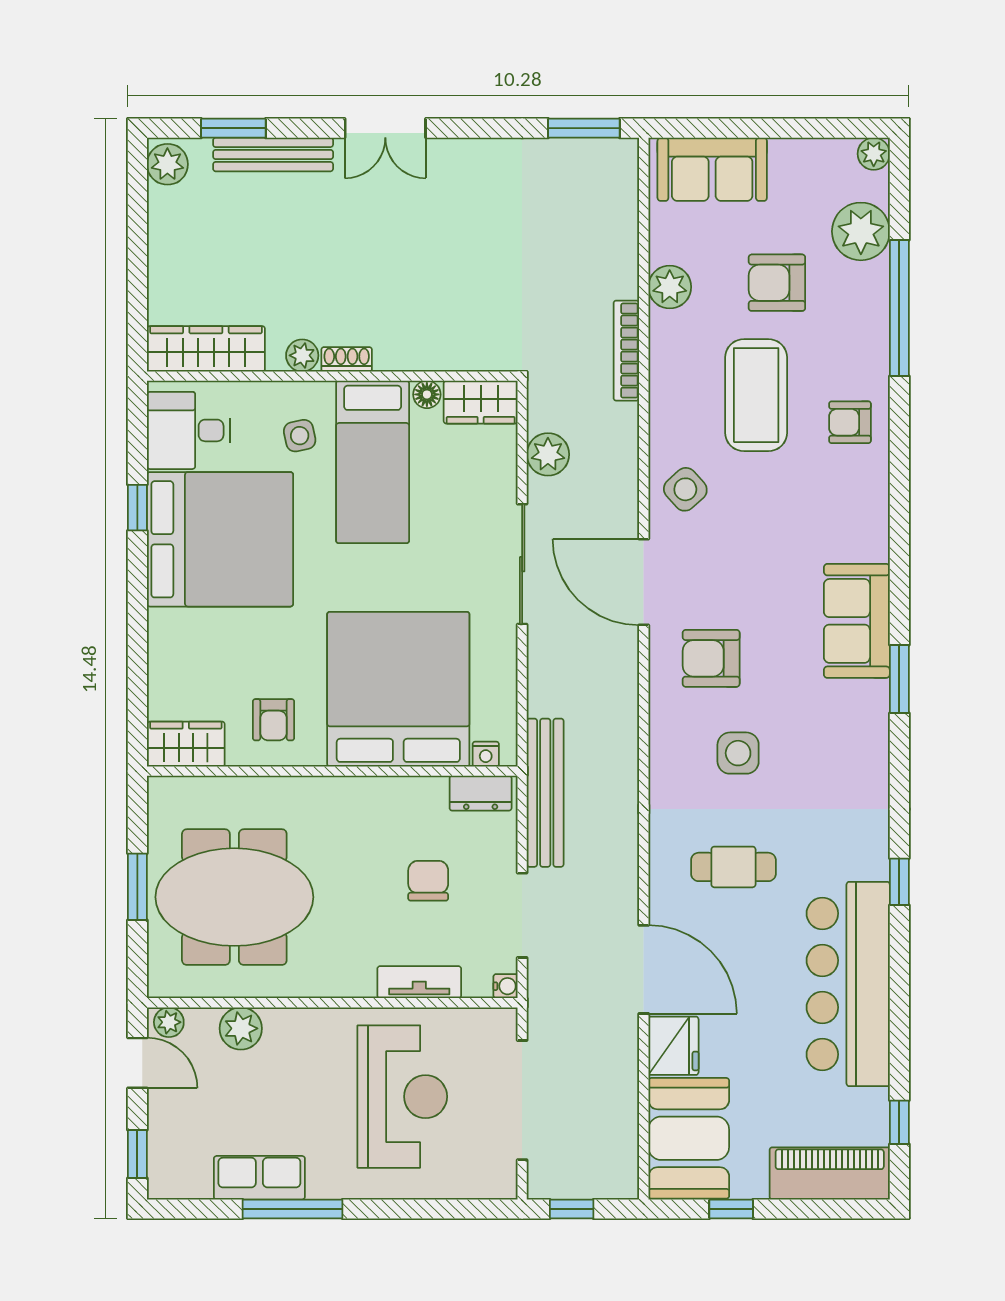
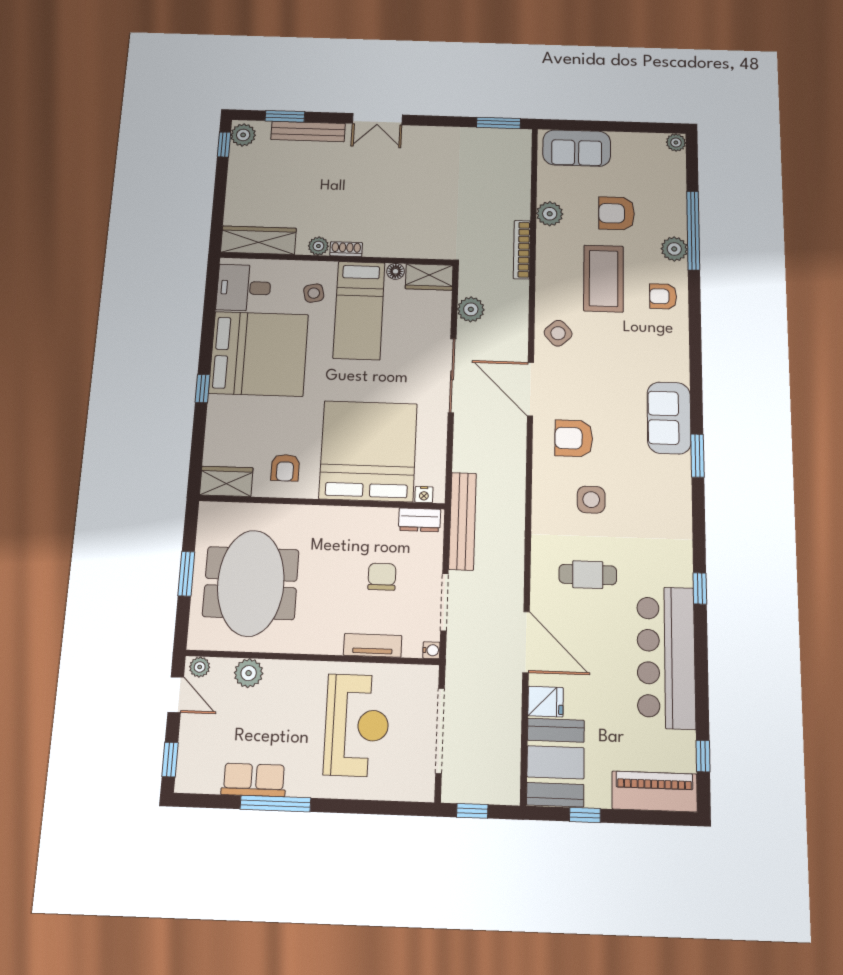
window: (137, 183) -> (224, 145), added
plant: (861, 231) -> (674, 249), moved, width x0.73, depth x0.73
window: (137, 508) -> (203, 389), moved
meeting table: (234, 897) -> (251, 583), turned 90
fridge: (673, 1046) -> (546, 702), width x0.72

